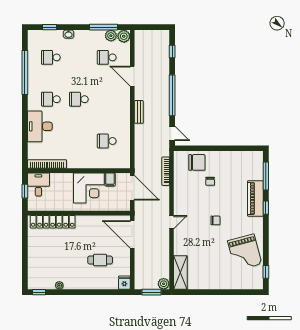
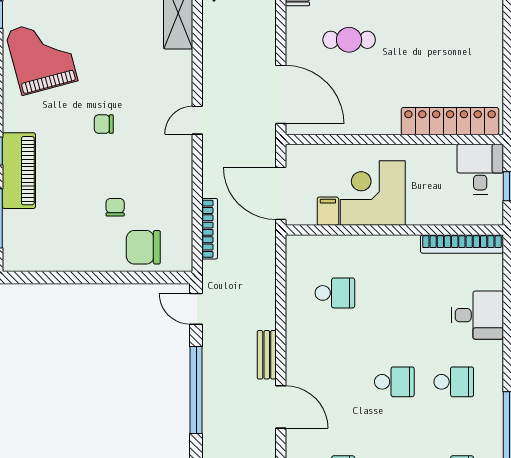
door: (132, 76) -> (281, 407), moved
desk: (40, 126) -> (477, 315), width x0.73
desk: (38, 185) -> (480, 169), moved, turned 180

